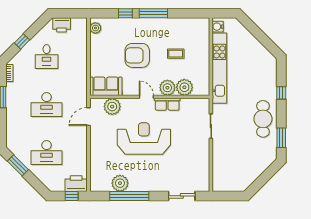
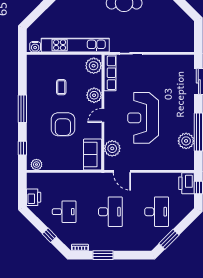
window: (125, 13) -> (22, 148), moved
plant: (184, 87) -> (94, 66), moved
row of seats: (167, 104) -> (110, 73), moved, width x1.48

